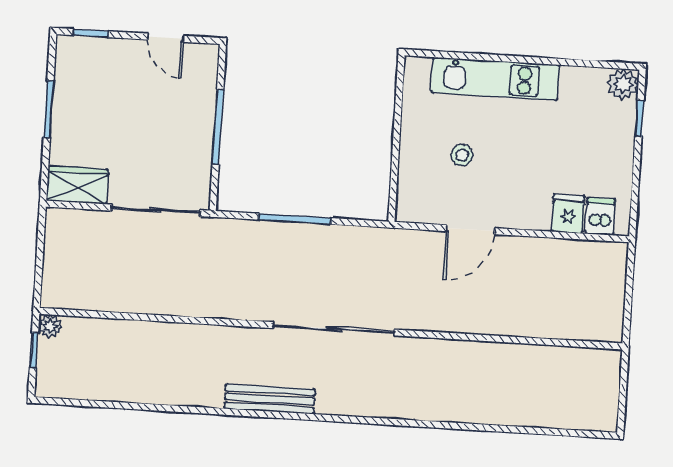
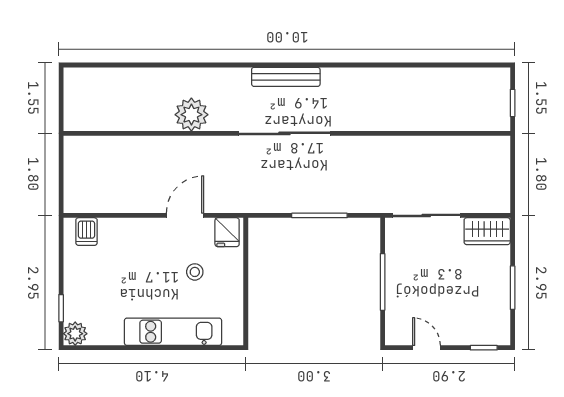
fridge: (568, 214) -> (227, 232), moved
plant: (50, 326) -> (191, 115), moved, width x1.87, depth x1.87
bench: (270, 399) -> (286, 77), moved

